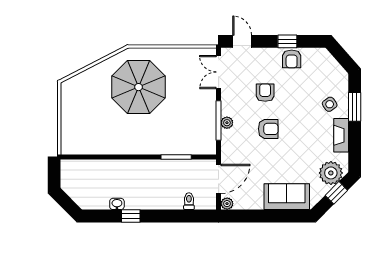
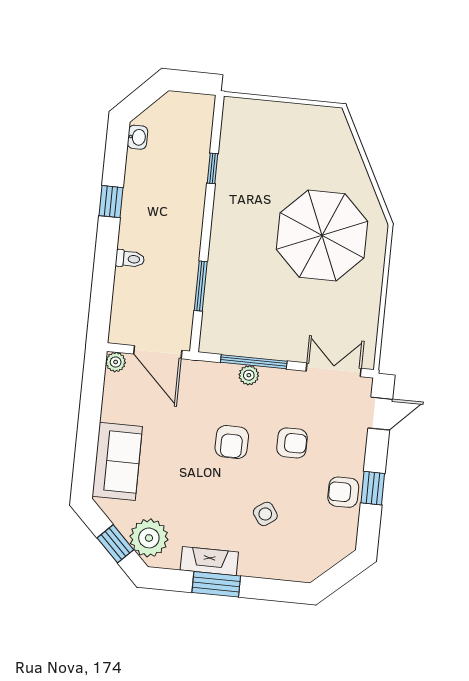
side table: (330, 104) -> (265, 514), moved
window: (355, 107) -> (216, 584), moved
window: (105, 157) -> (212, 168), added
toilet: (189, 201) -> (130, 259), moved
washbasin: (117, 204) -> (137, 137), moved

